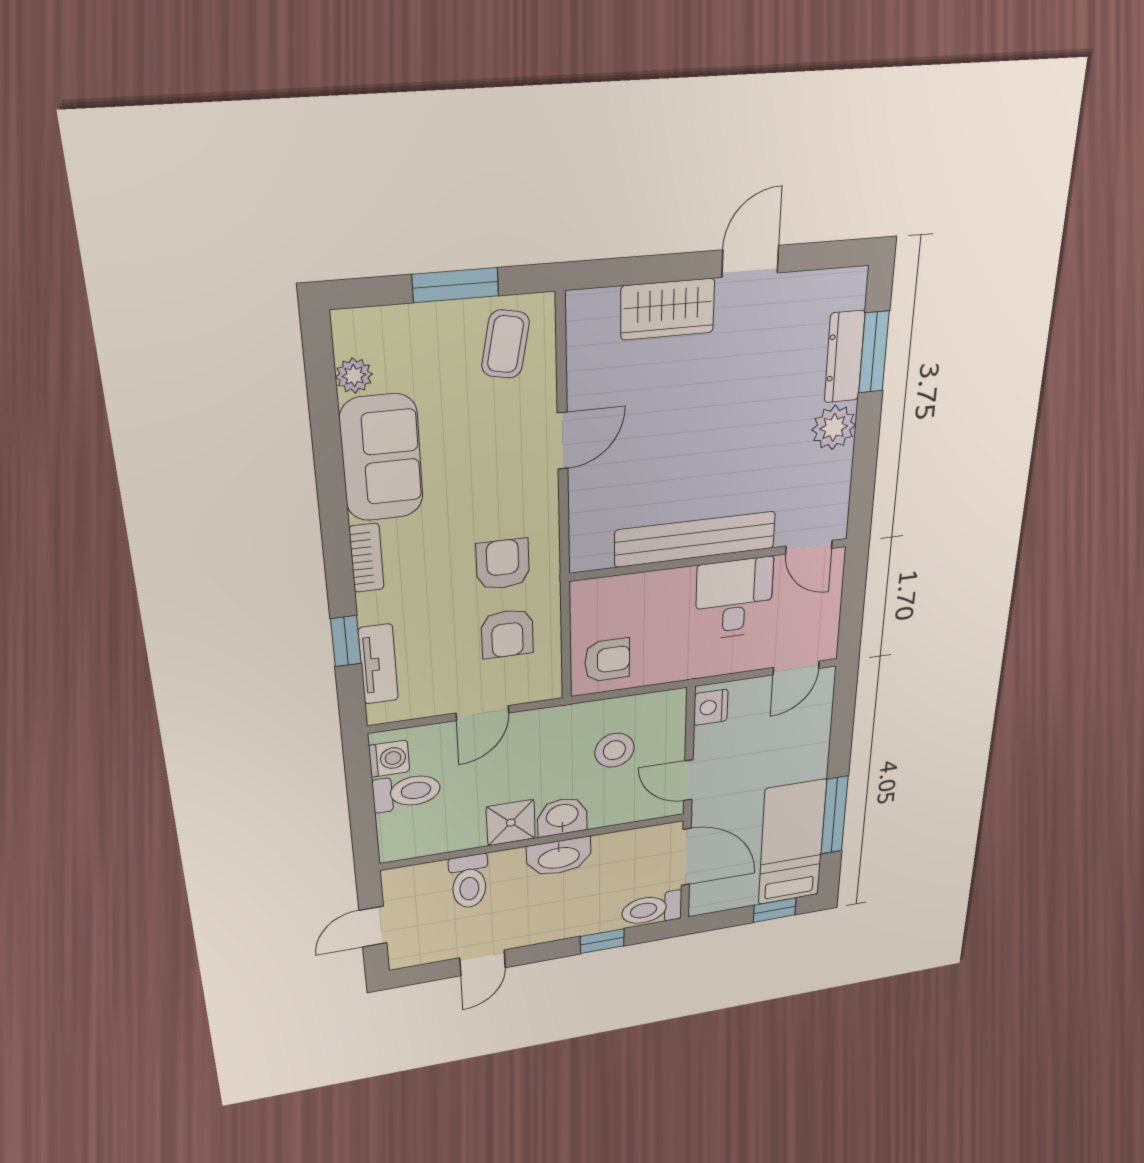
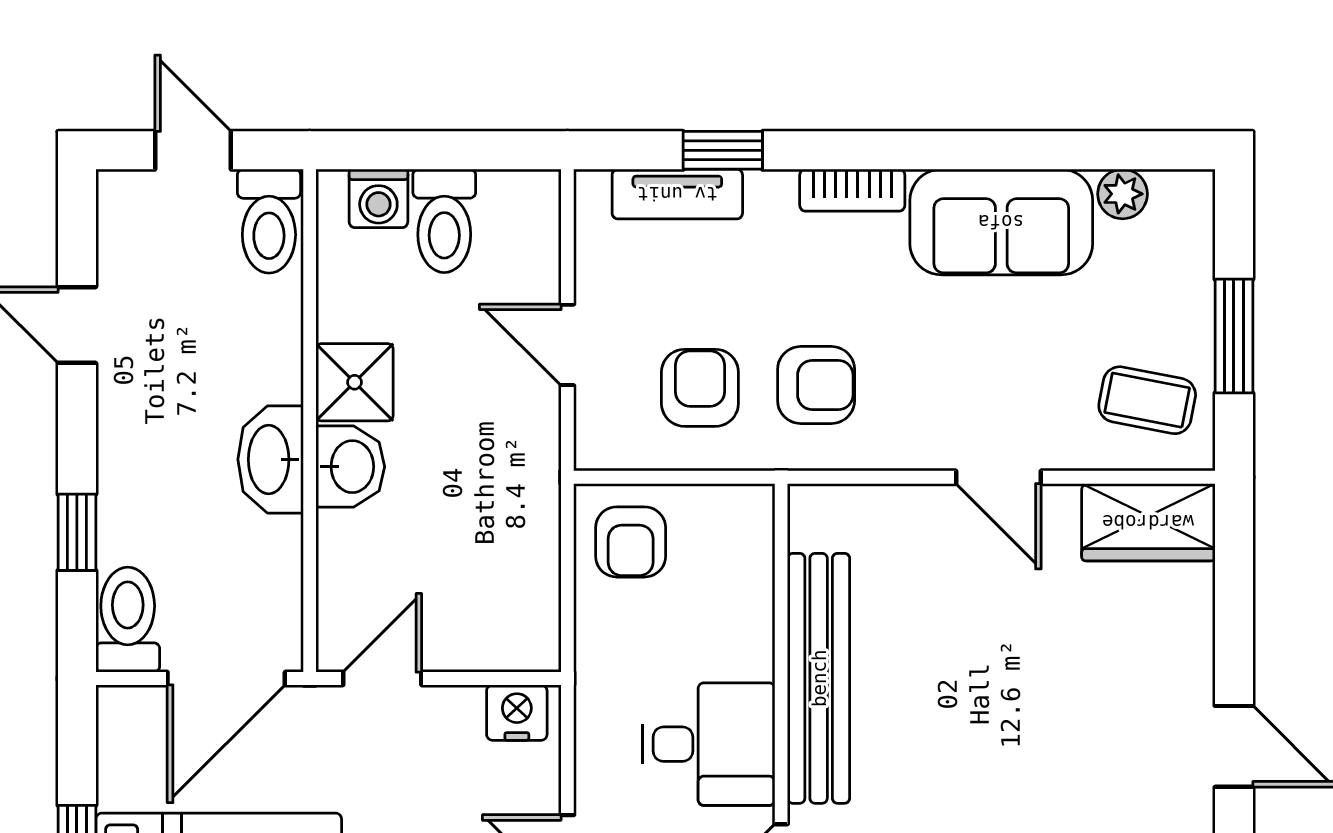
wardrobe: (668, 309) -> (1148, 522), moved, turned -90
armchair: (507, 634) -> (700, 388), turned 90
stool: (614, 750) -> (463, 553), removed
washing machine: (389, 759) -> (378, 198), moved
toilet: (469, 882) -> (269, 221), moved, turned -90

